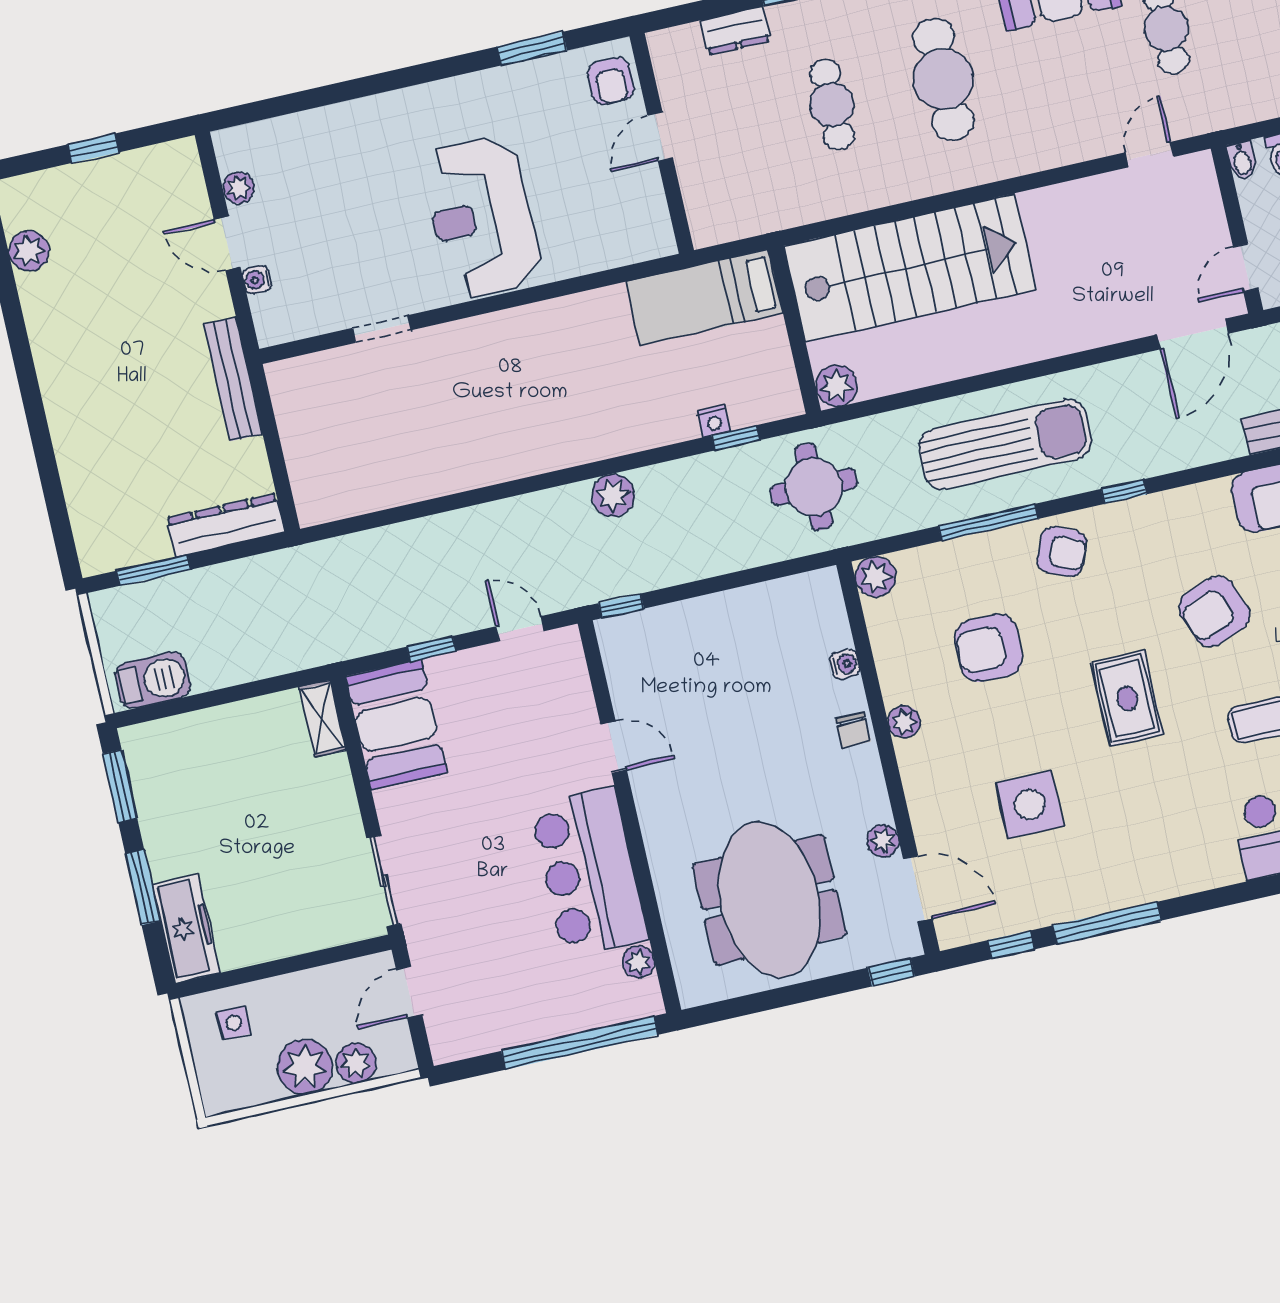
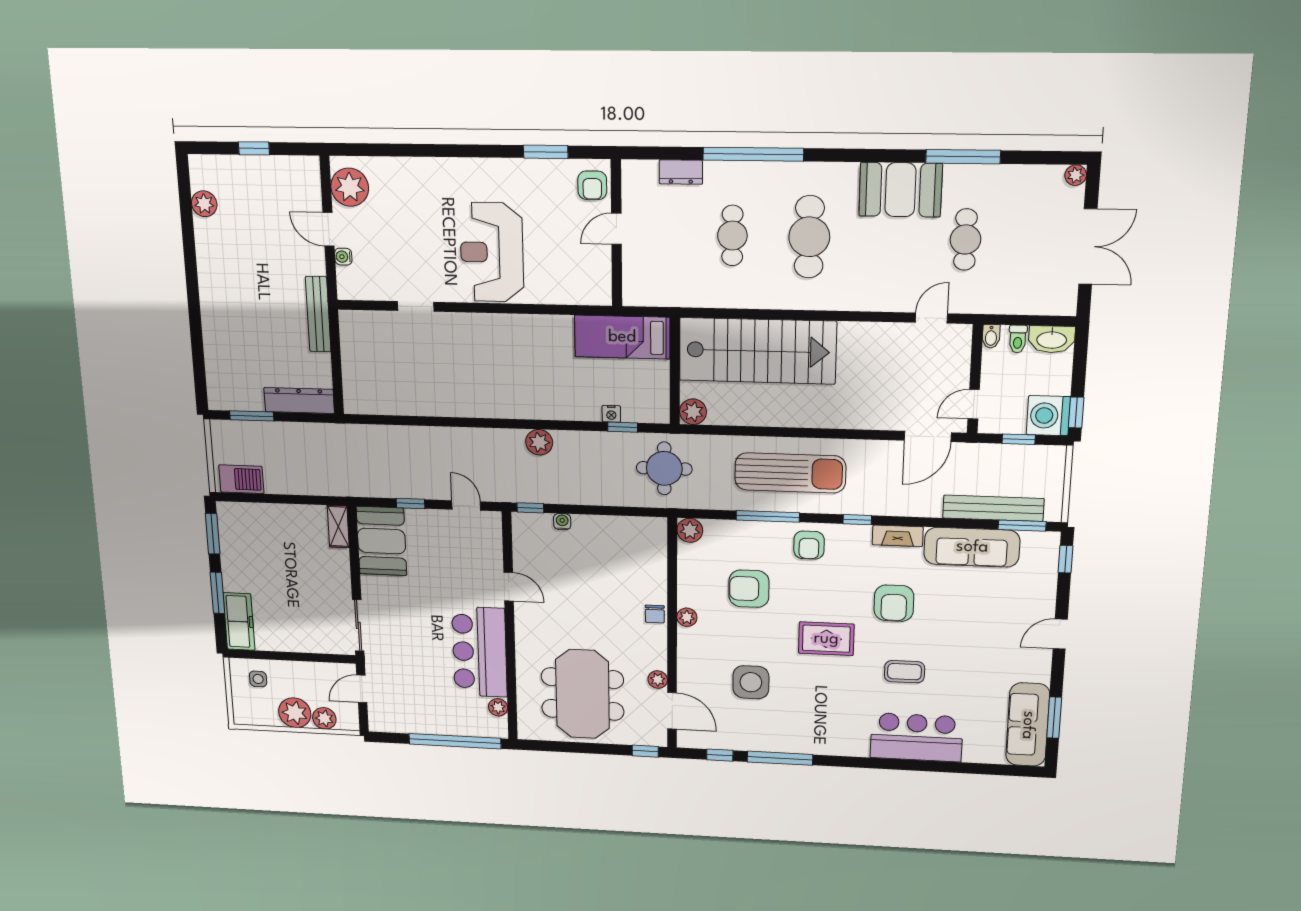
plant: (238, 188) -> (350, 187), width x1.88, depth x1.88
fireplace: (1191, 501) -> (898, 536), added
armchair: (1062, 552) -> (809, 545), turned 66
armchair: (1214, 611) -> (894, 603), turned -69
water cooler: (845, 664) -> (562, 522), moved, turned -90
rug: (1127, 698) -> (826, 639), turned 90

